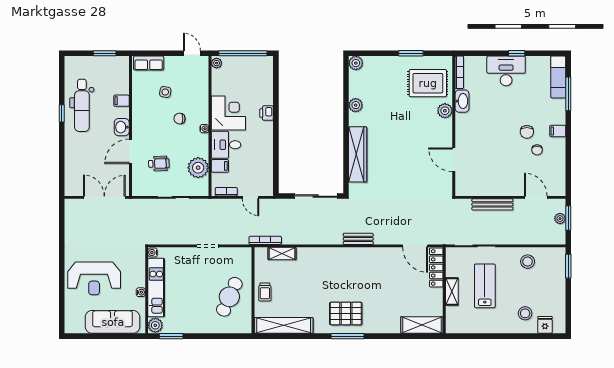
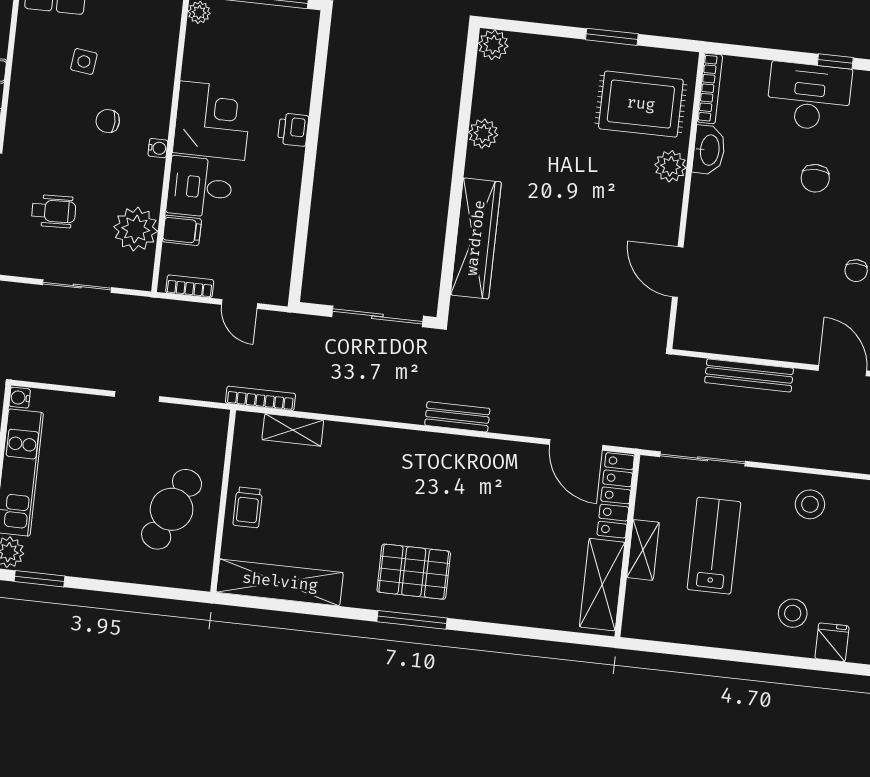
chair: (527, 132) -> (815, 178), moved
shelving: (422, 325) -> (602, 585), moved, turned 90

